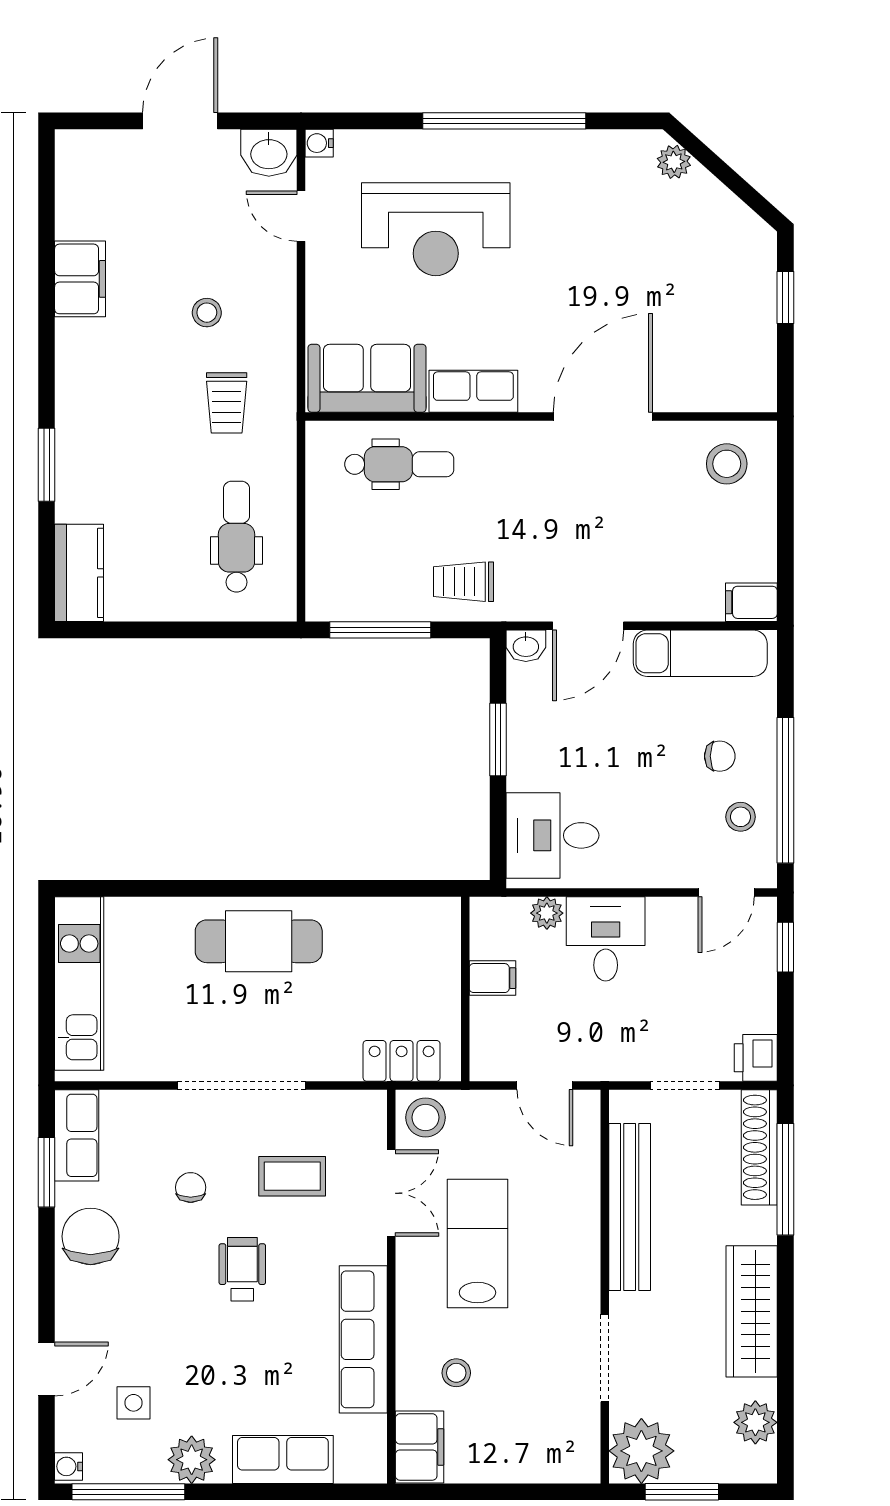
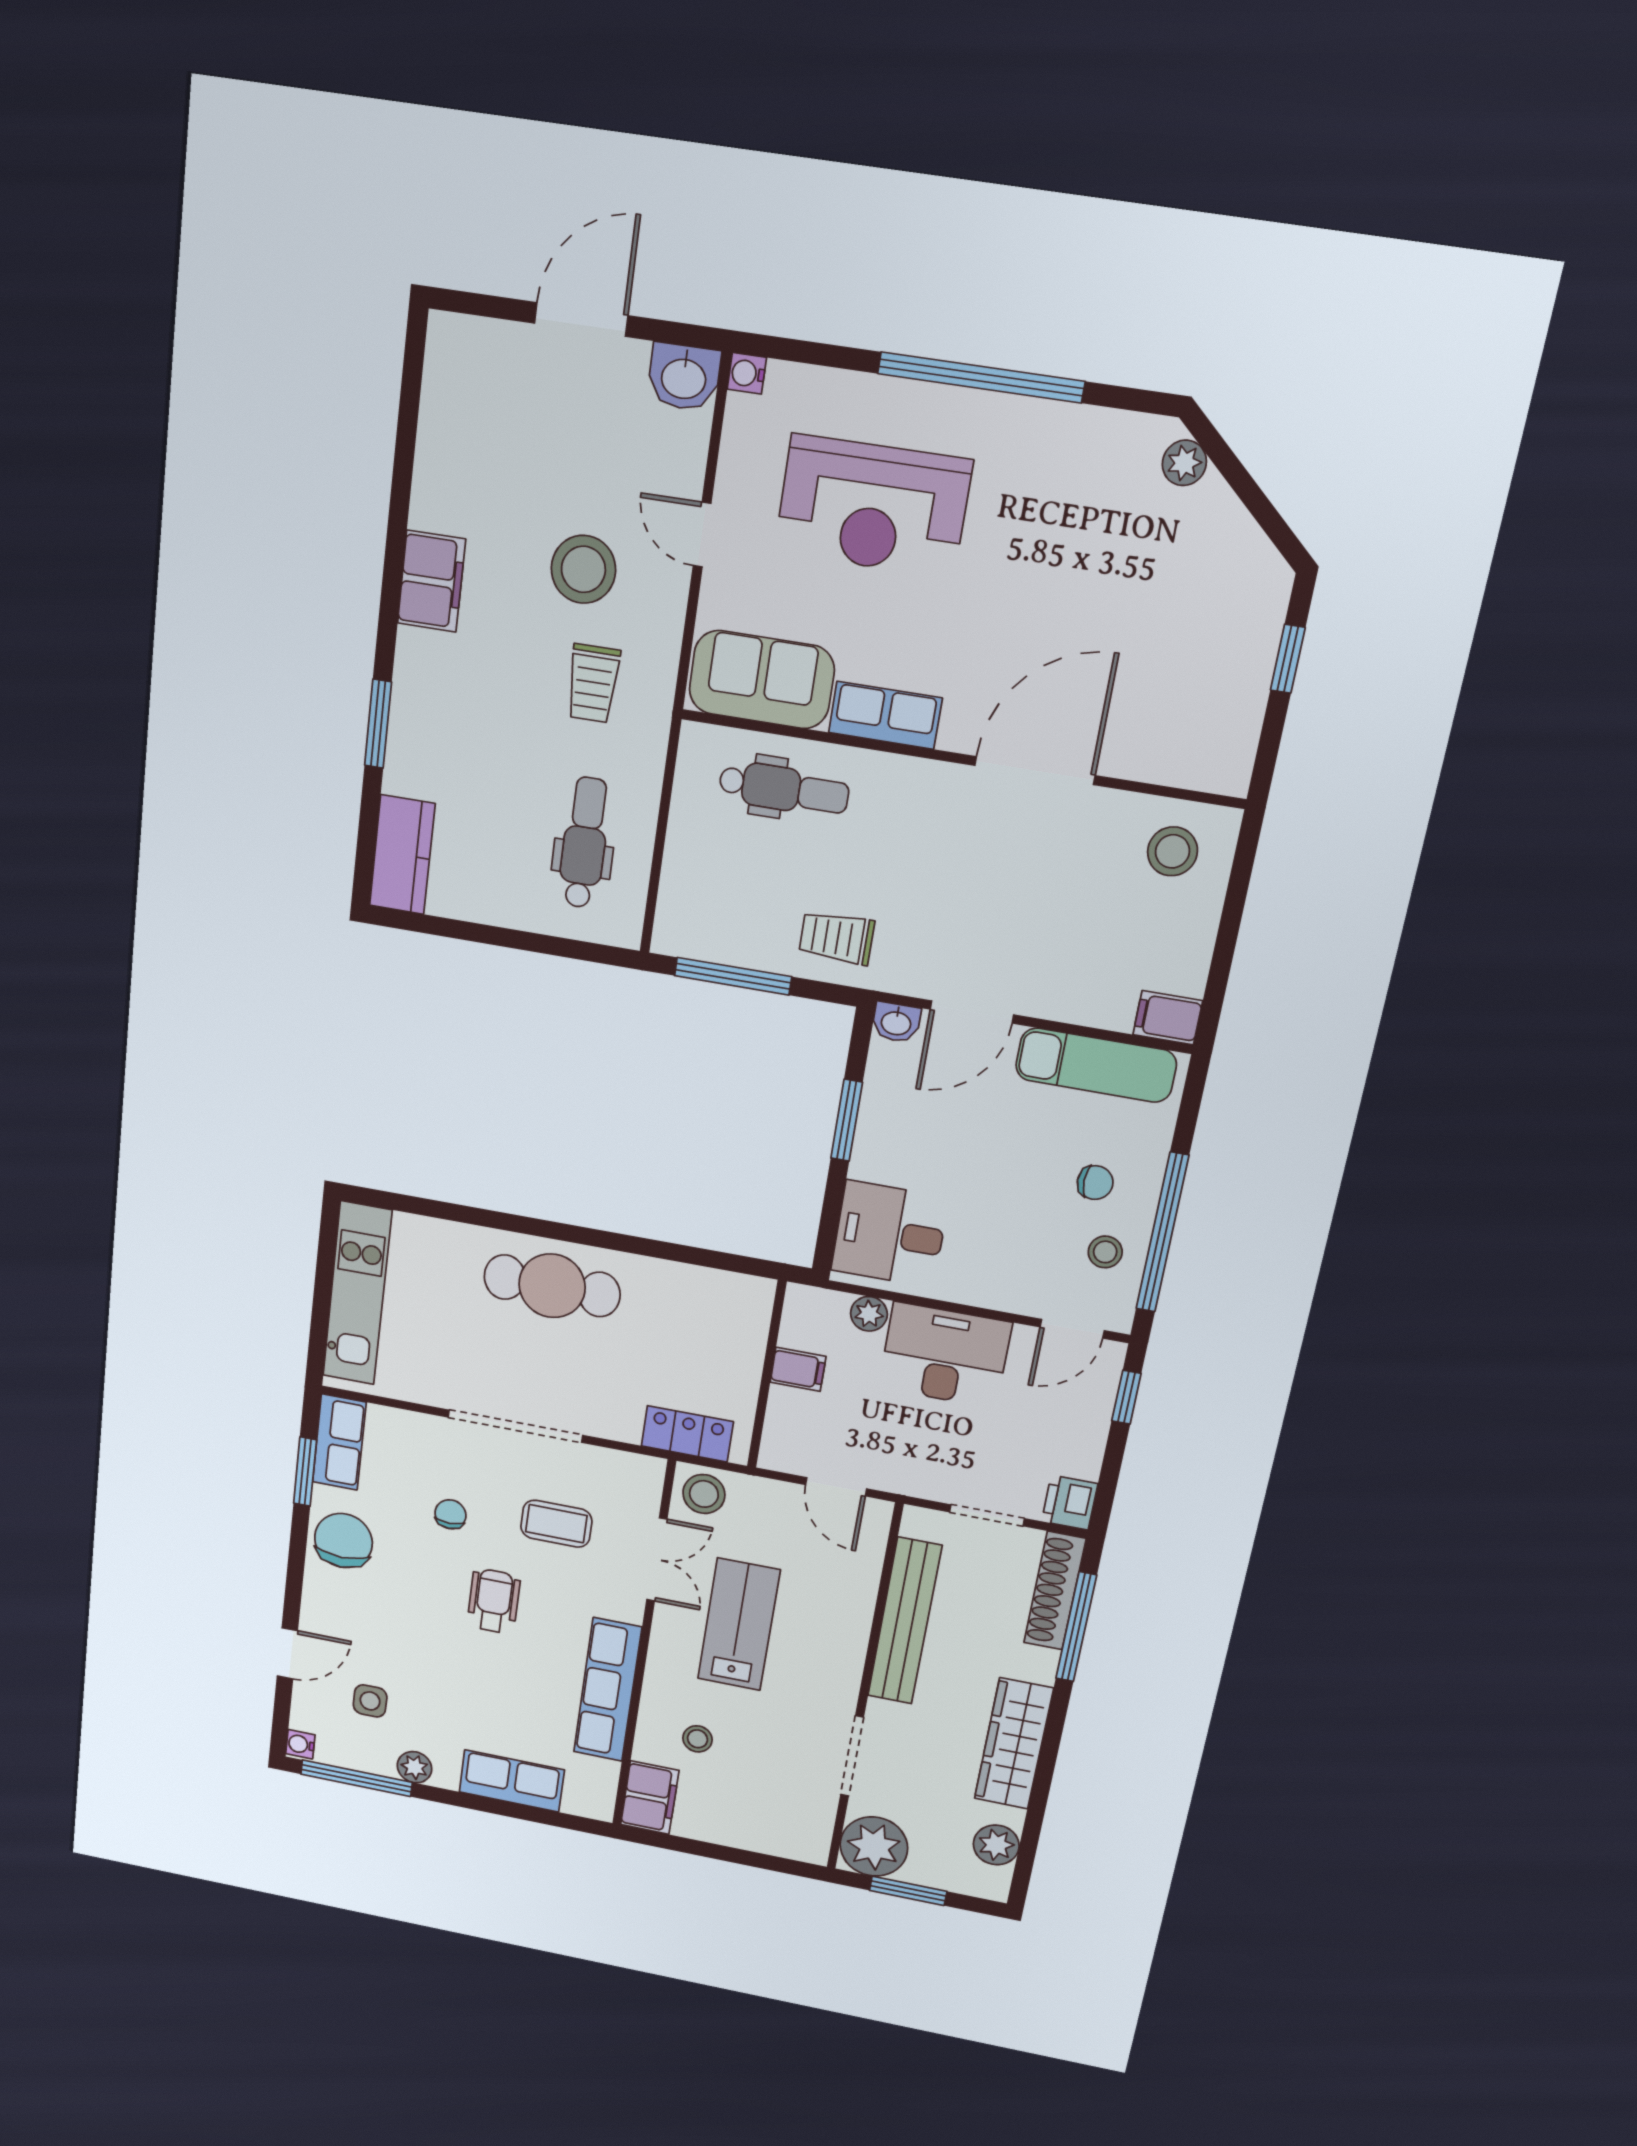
door: (301, 216) -> (702, 535), moved
filing cabinet: (80, 279) -> (431, 581), moved
stool: (207, 313) -> (583, 569), width x1.89, depth x1.89
desk: (606, 939) -> (945, 1355), width x1.37
plant: (192, 1460) -> (414, 1767), width x0.73, depth x0.73

